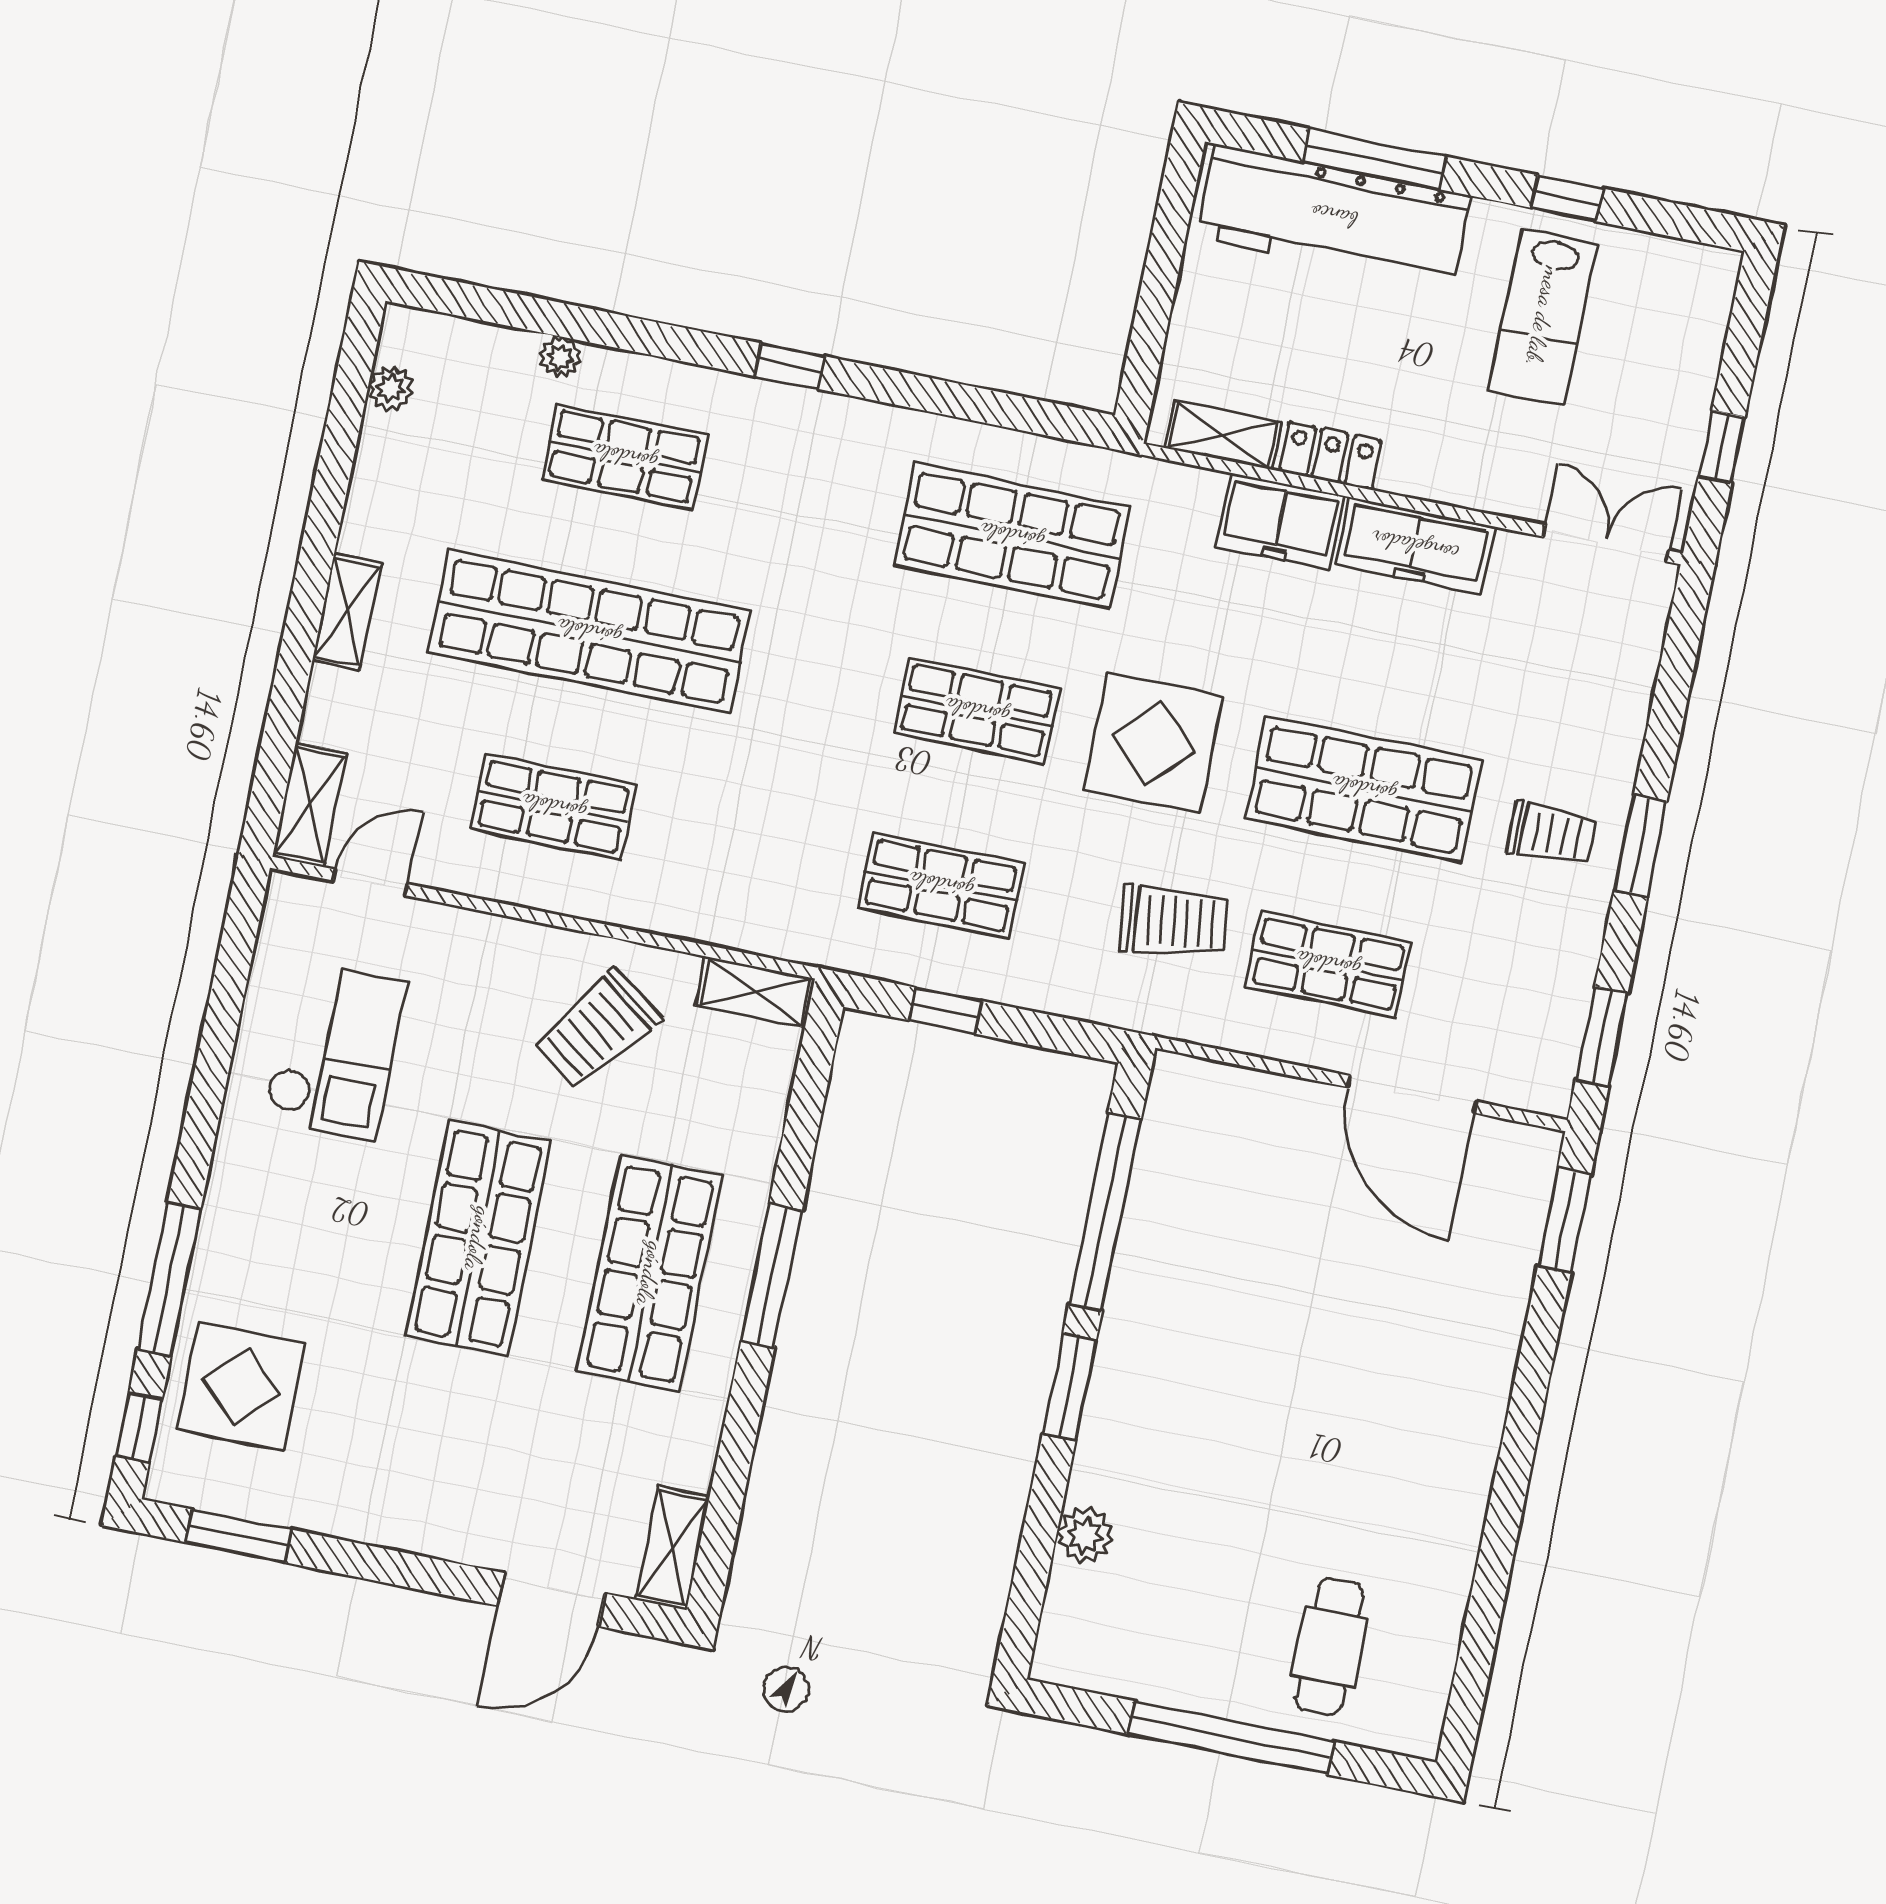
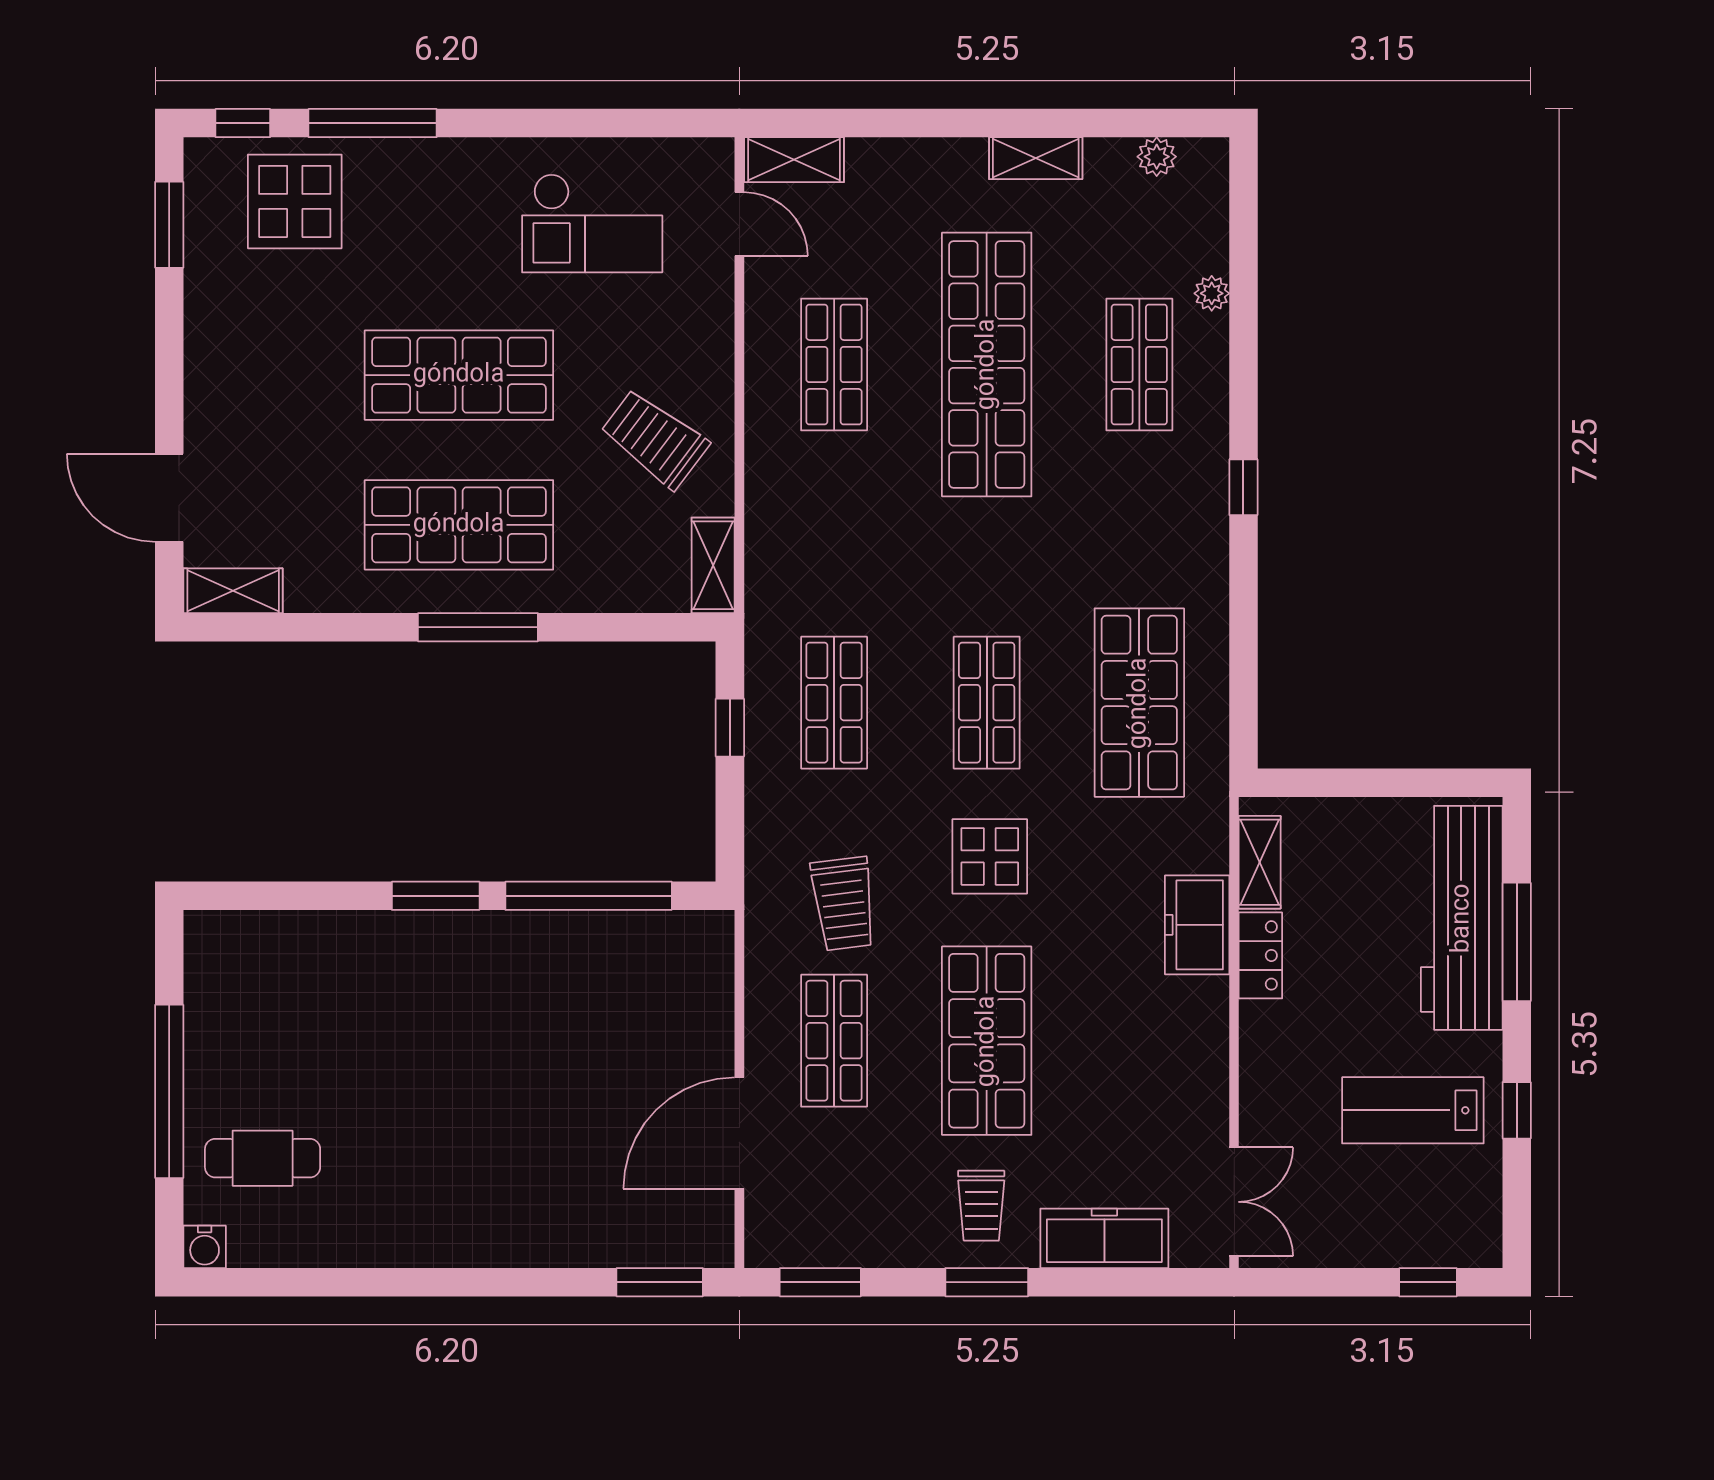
window: (1722, 447) -> (1428, 1282), moved
freezer: (1415, 546) -> (1104, 1238), moved, turned 90
shelving: (347, 612) -> (1036, 158), moved
display table: (1153, 743) -> (990, 856), width x0.73, depth x0.73
plant: (1085, 1535) -> (314, 934), removed
water cooler: (1418, 1734) -> (205, 1247), added

